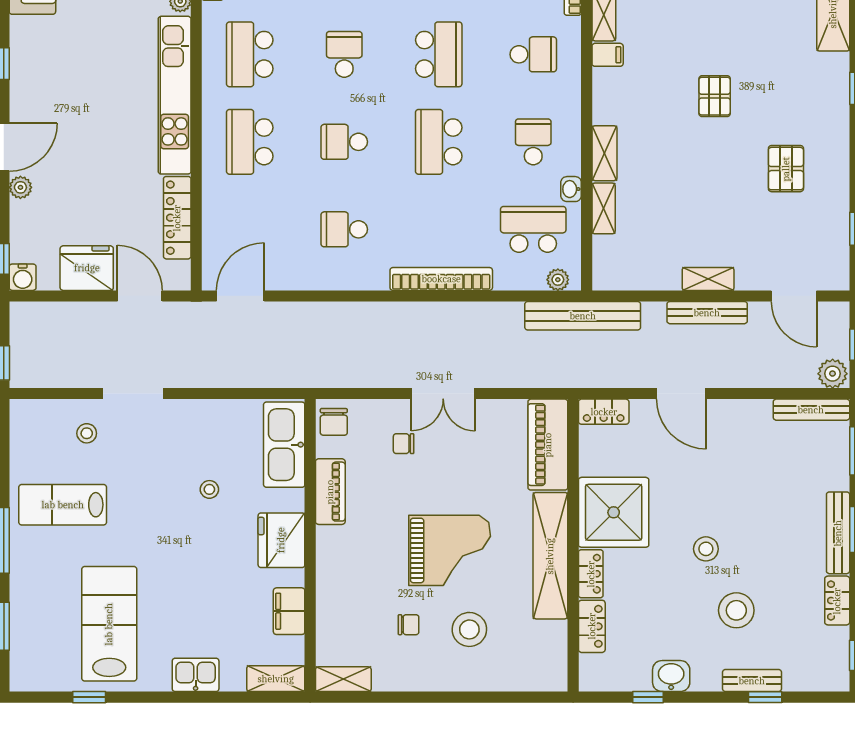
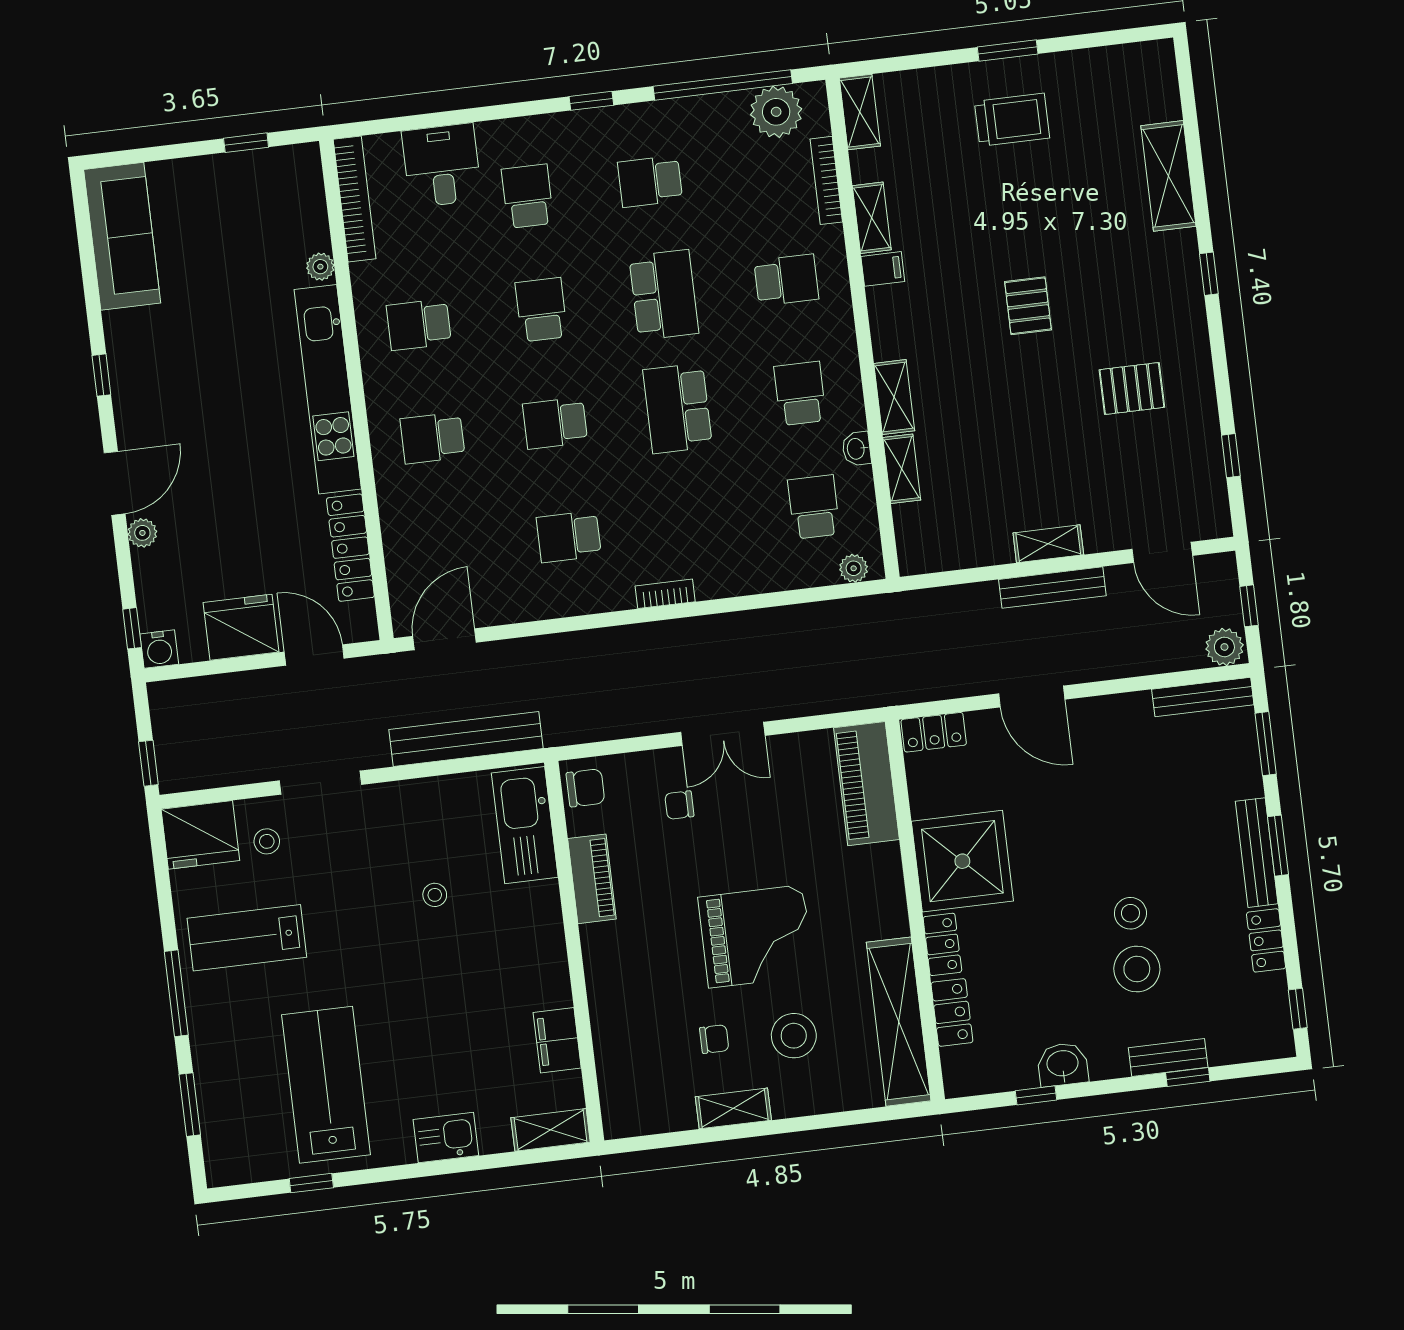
school desk: (250, 54) -> (419, 324), width x0.54
school desk: (250, 142) -> (433, 438), width x0.54
pallet: (786, 169) -> (1132, 388), turned 90
school desk: (533, 229) -> (814, 507), width x0.54
bookcase: (441, 279) -> (665, 594), width x0.43, depth x0.76
bench: (583, 316) -> (466, 739), moved
chair: (334, 422) -> (585, 788), turned -90
fridge: (281, 540) -> (200, 835), moved, turned -90
stool: (706, 549) -> (1130, 913), moved
shelving: (550, 556) -> (899, 1022), moved
shelving: (343, 679) -> (733, 1108), moved

